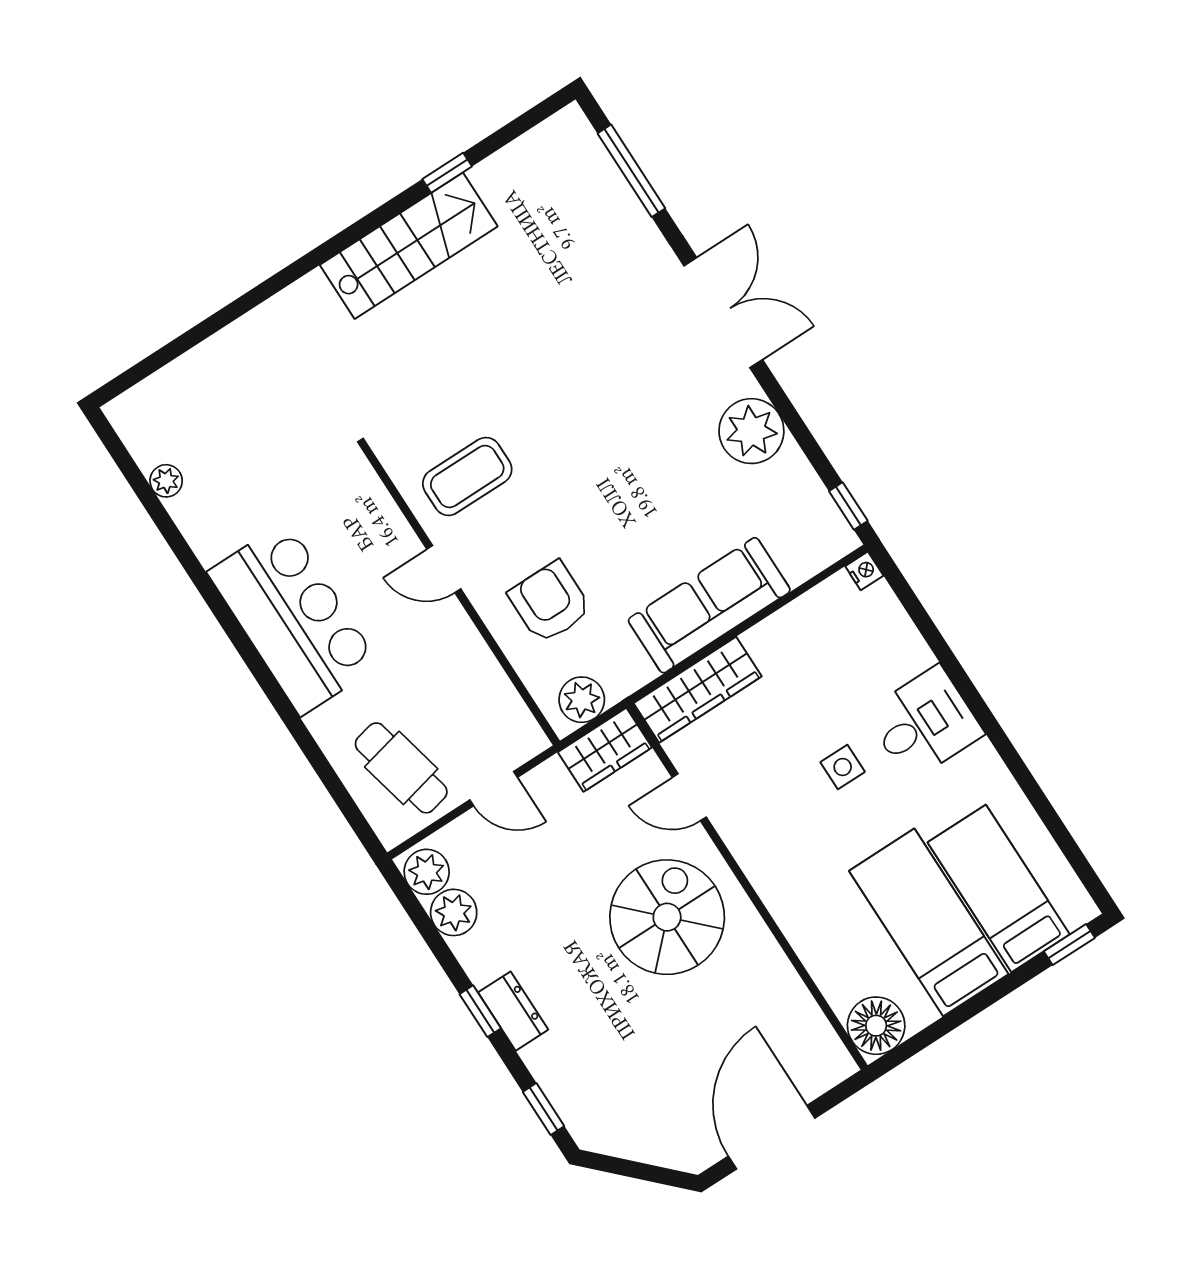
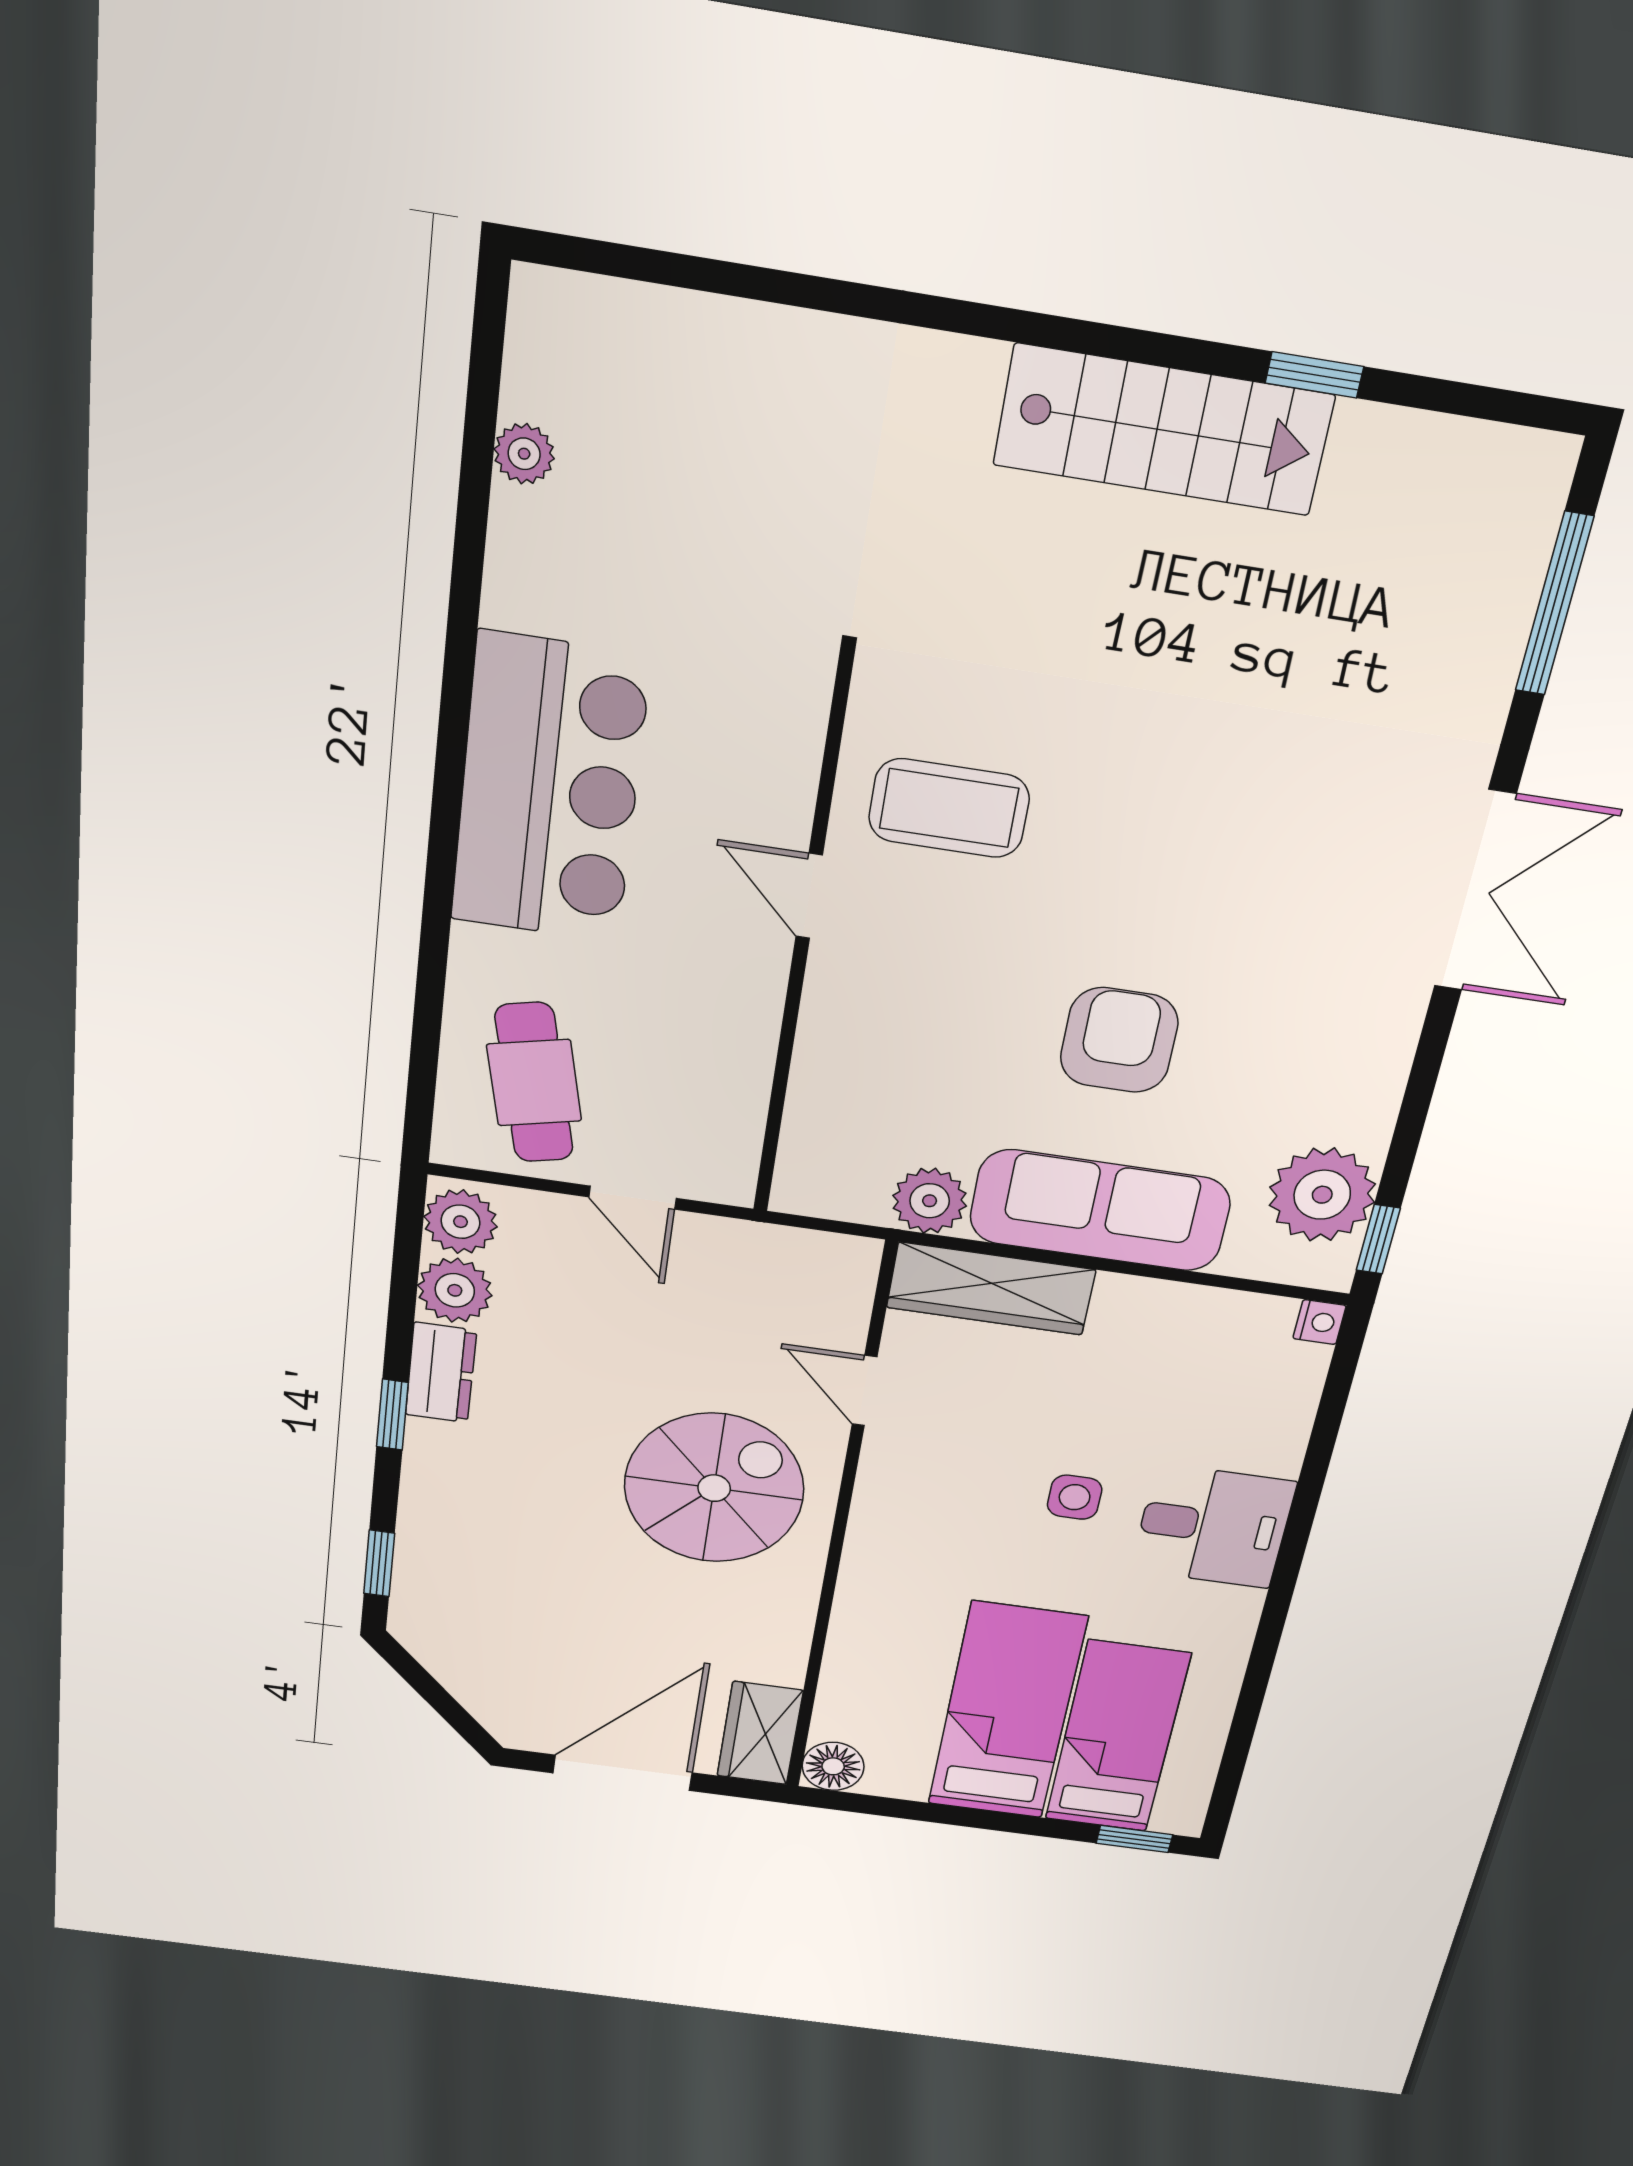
plant: (751, 431) -> (1322, 1195), moved
armchair: (550, 602) -> (1119, 1040), moved
plant: (582, 700) -> (930, 1201), moved
wardrobe: (605, 750) -> (760, 1733), moved, turned 90
dresser: (513, 1011) -> (441, 1373), moved
floor lamp: (876, 1026) -> (833, 1766), width x0.73, depth x0.73

